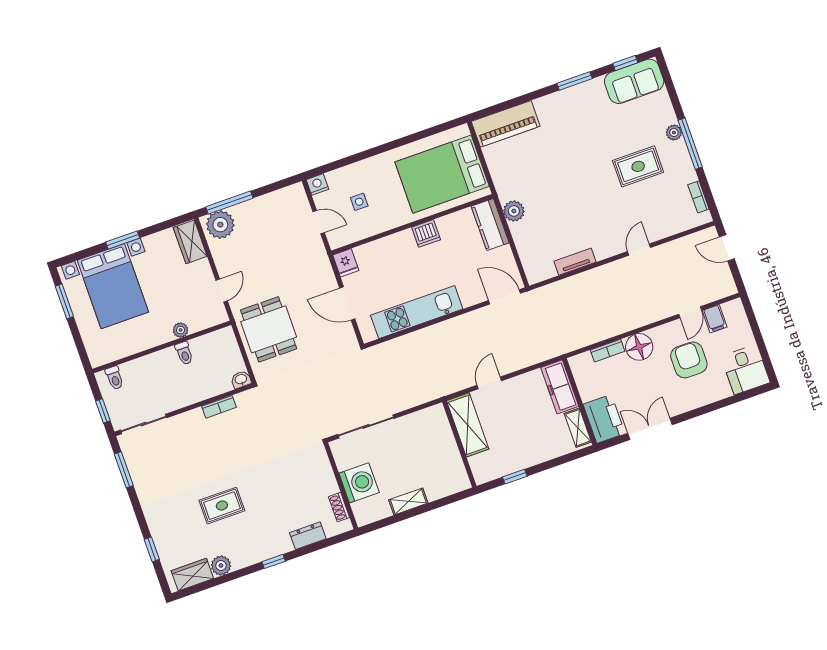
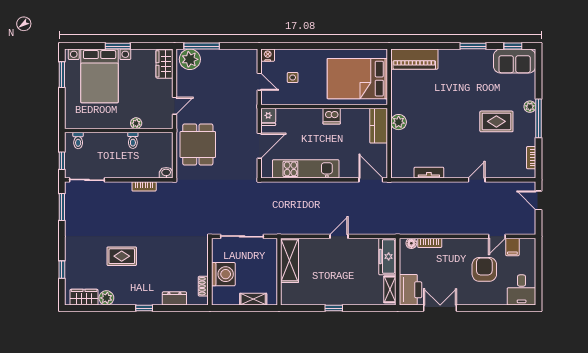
door: (347, 303) -> (259, 146), swing flipped
floor lamp: (639, 347) -> (411, 243), moved, width x0.53, depth x0.53
shelving: (468, 425) -> (290, 260), moved
wall: (459, 444) -> (279, 272), moved

